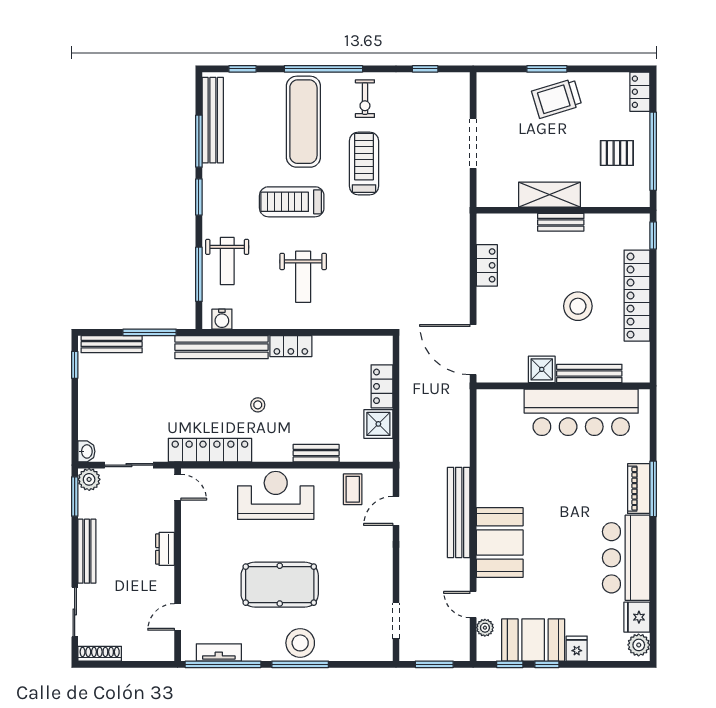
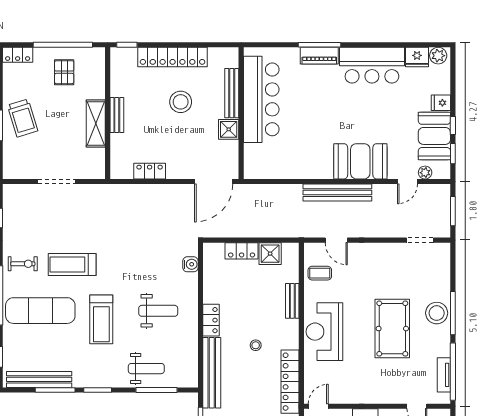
water cooler: (222, 319) -> (190, 264), moved

